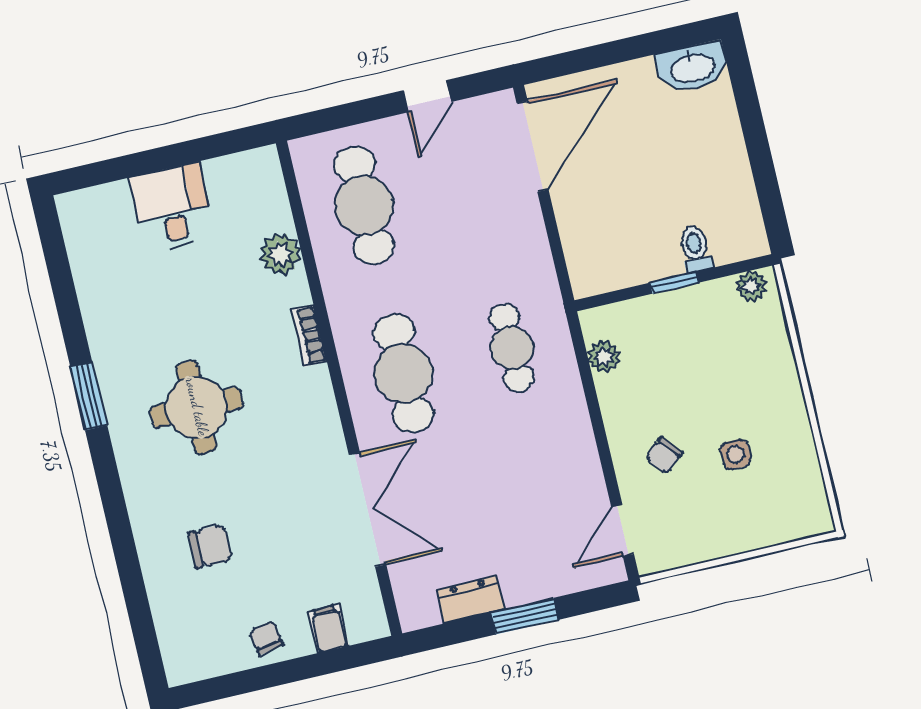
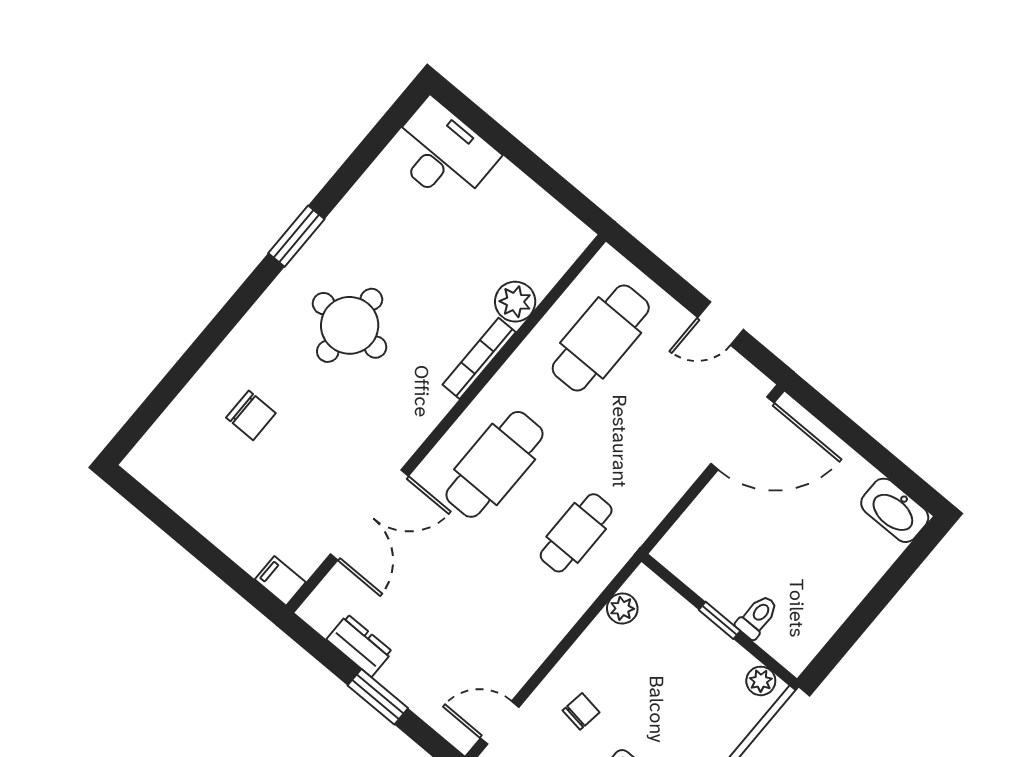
desk: (172, 208) -> (442, 153), moved, width x1.37
bookcase: (309, 336) -> (479, 358), width x1.56
chair: (664, 455) -> (581, 711), turned 139
filing cabinet: (328, 629) -> (280, 581), moved, turned -90
chair: (266, 638) -> (213, 511), removed

